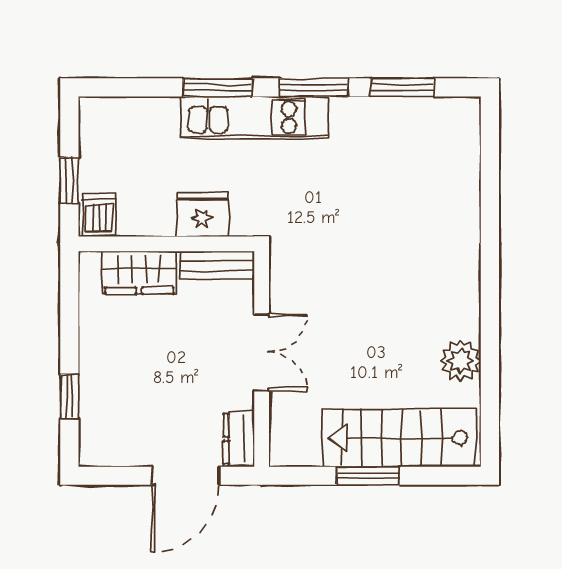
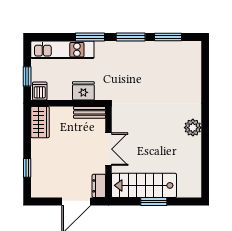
kitchen unit: (255, 117) -> (62, 50), moved
wardrobe: (139, 273) -> (40, 122), moved, turned -90
plant: (461, 361) -> (193, 128), moved
stairs: (399, 438) -> (144, 185), moved

